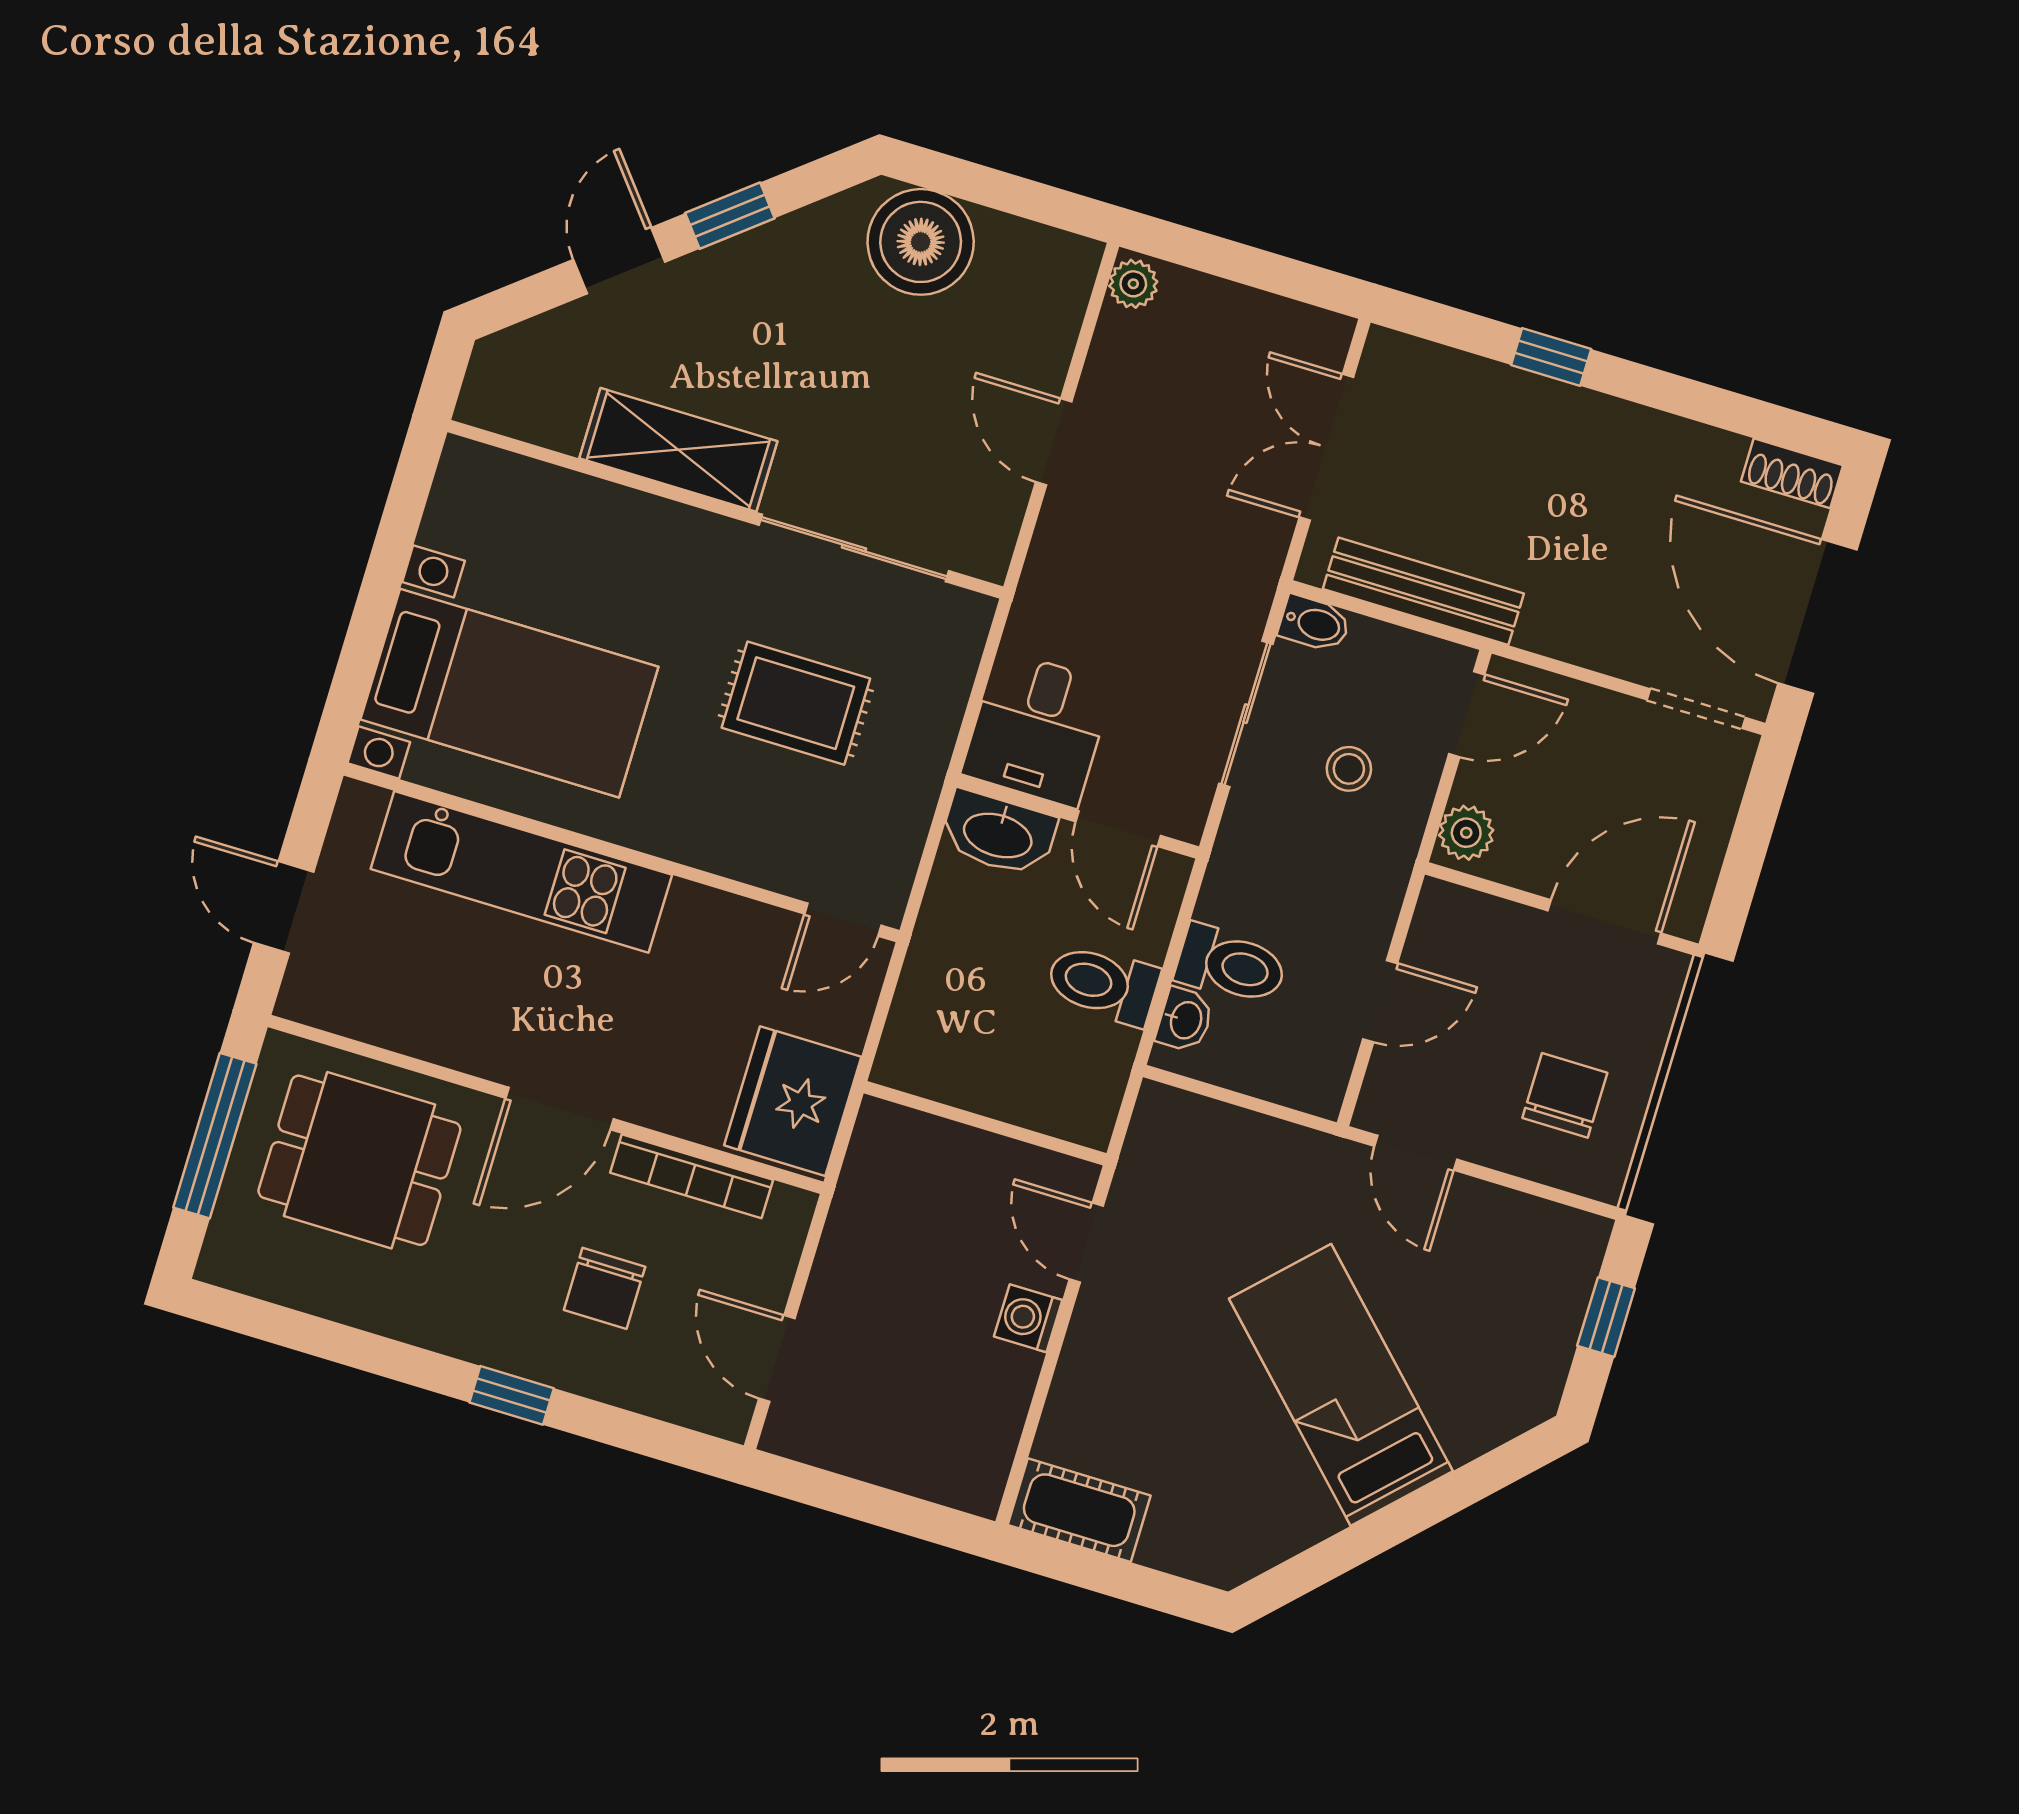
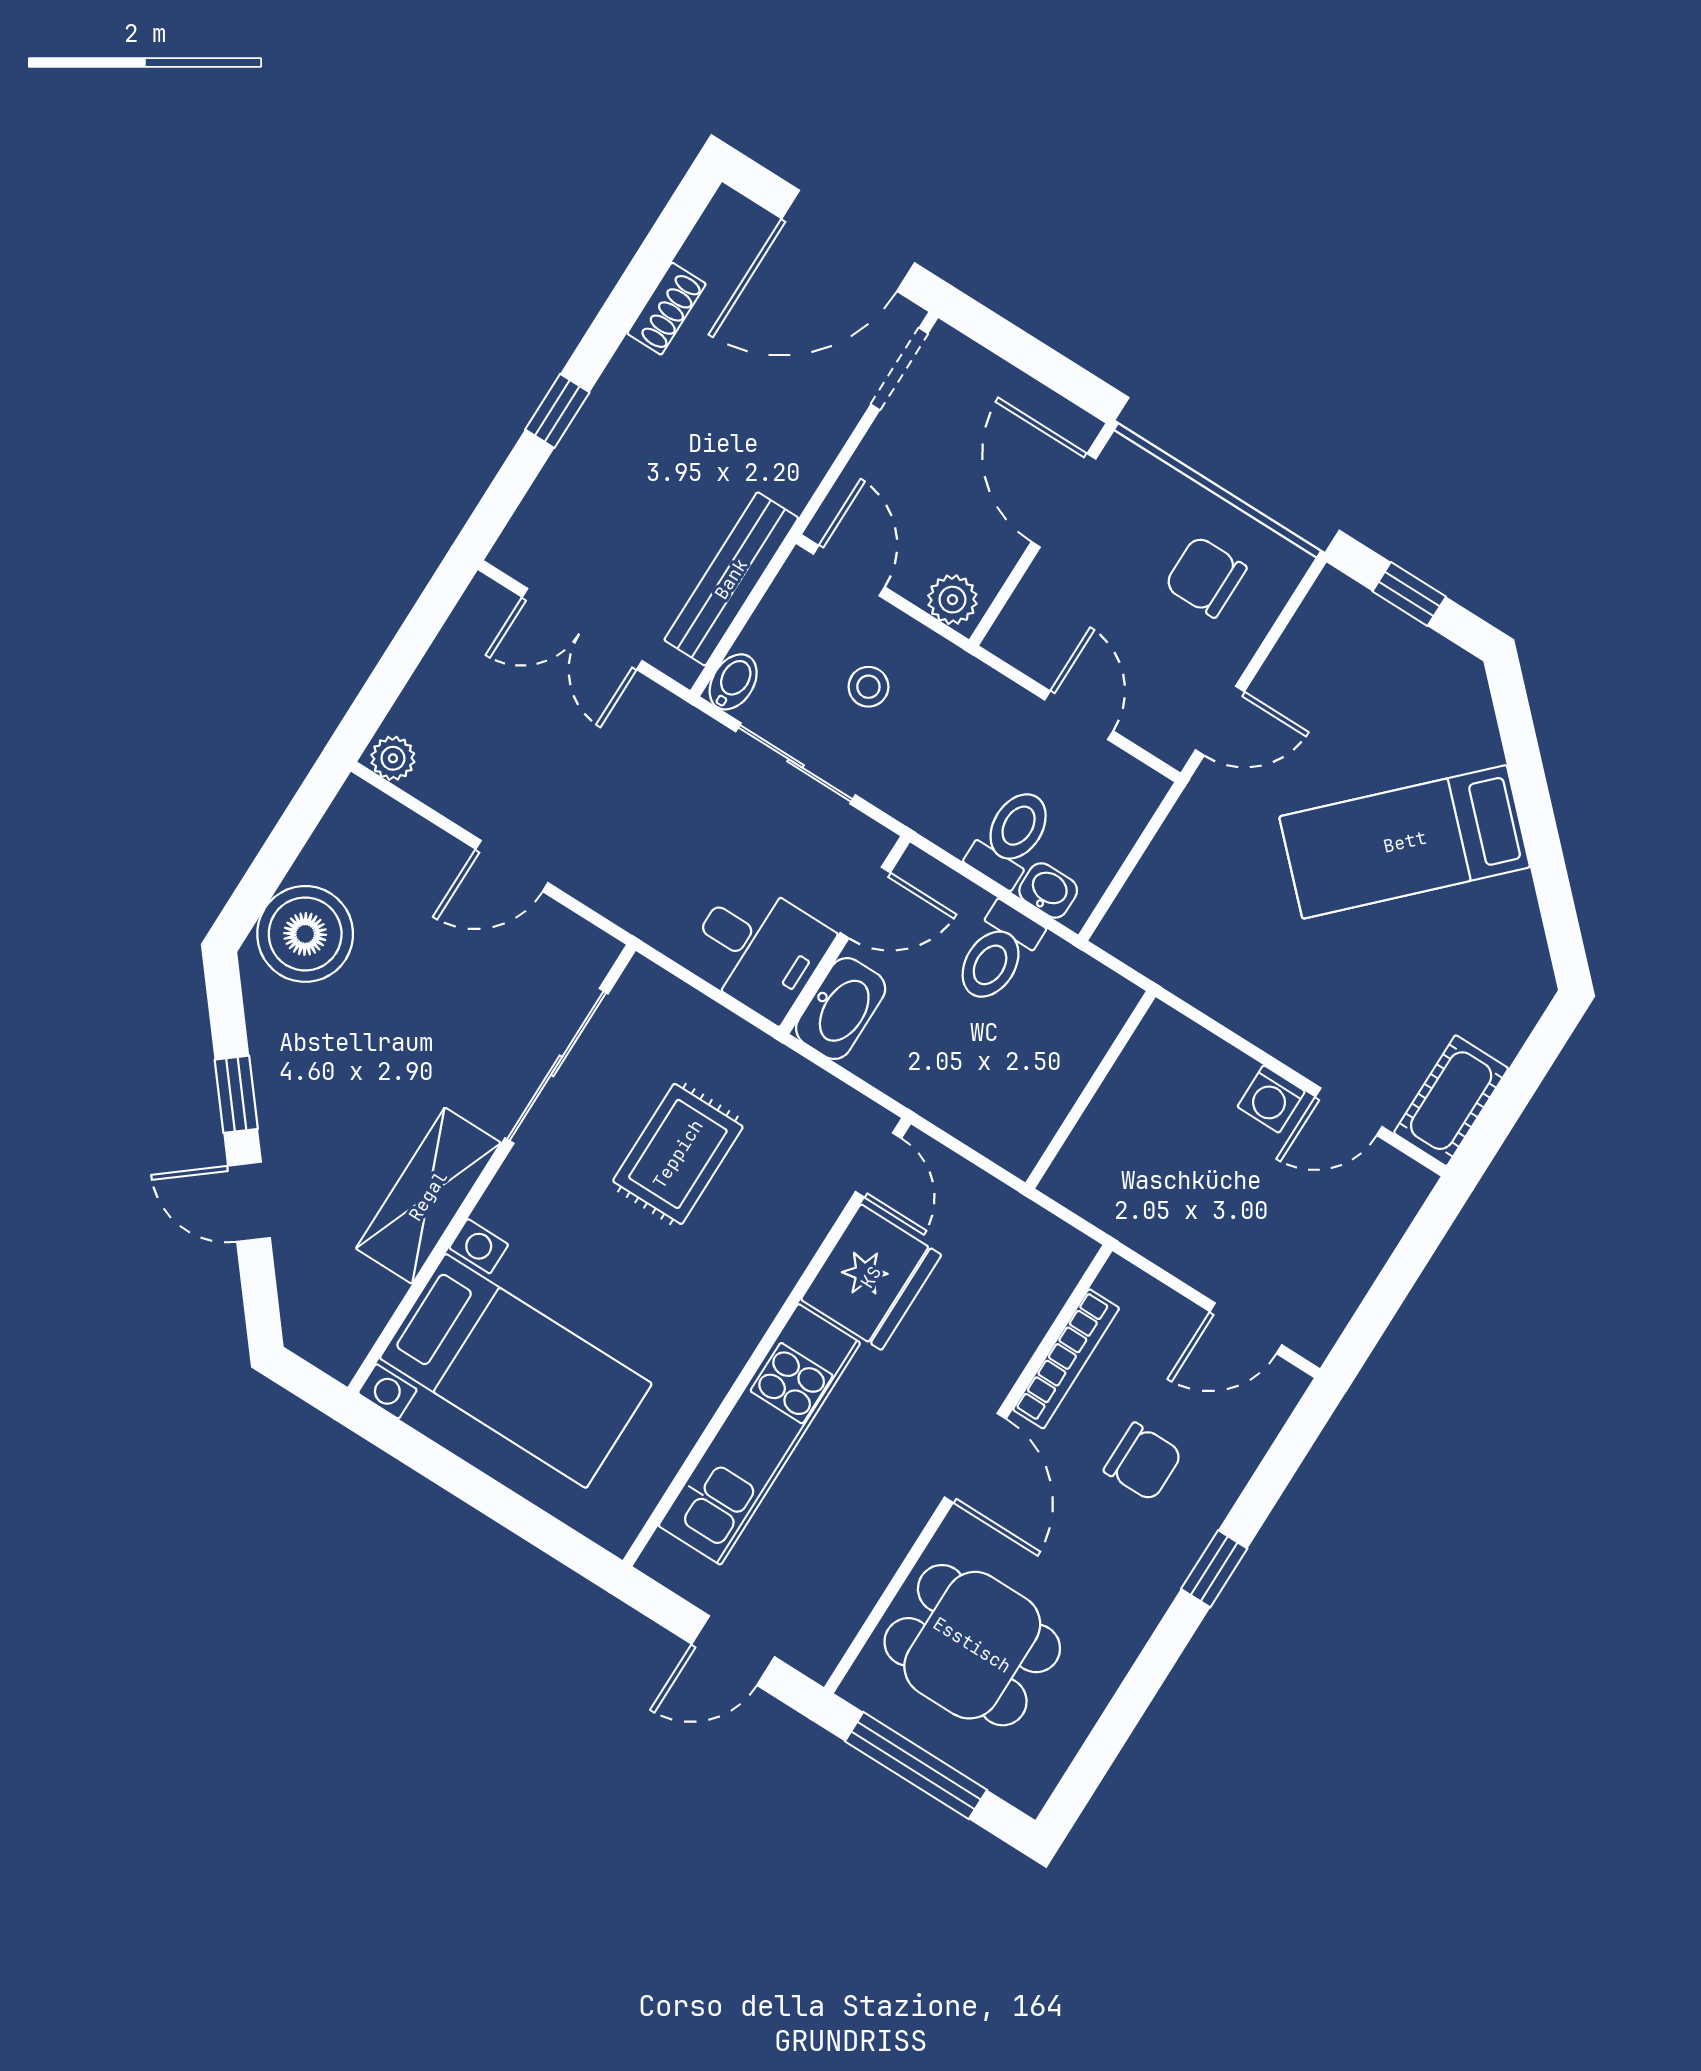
shoe rack: (1792, 473) -> (667, 309), moved
bed with nightstands: (509, 693) -> (516, 1371), moved, turned 90
fridge: (793, 1101) -> (871, 1277), moved, turned -90
dining table: (359, 1160) -> (972, 1645), turned 90
door: (1086, 1243) -> (1349, 1112), moved

